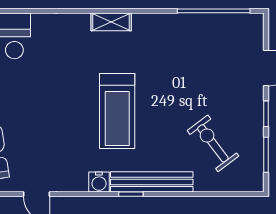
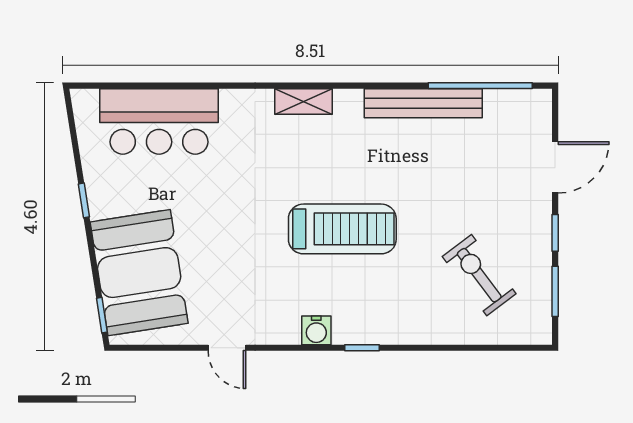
shelving: (111, 22) -> (303, 101), moved
treadmill: (117, 111) -> (342, 229), turned -90
bench: (152, 182) -> (423, 103), moved

